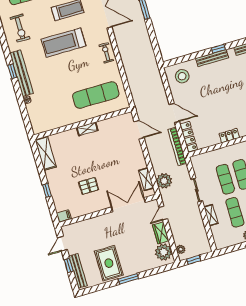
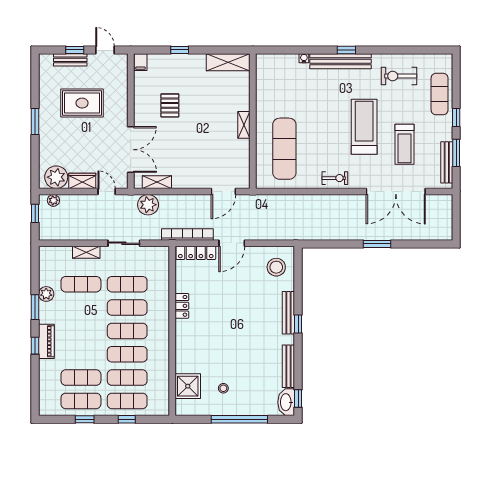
rug: (109, 263) -> (82, 103), moved
bench: (78, 271) -> (70, 60), width x0.73

